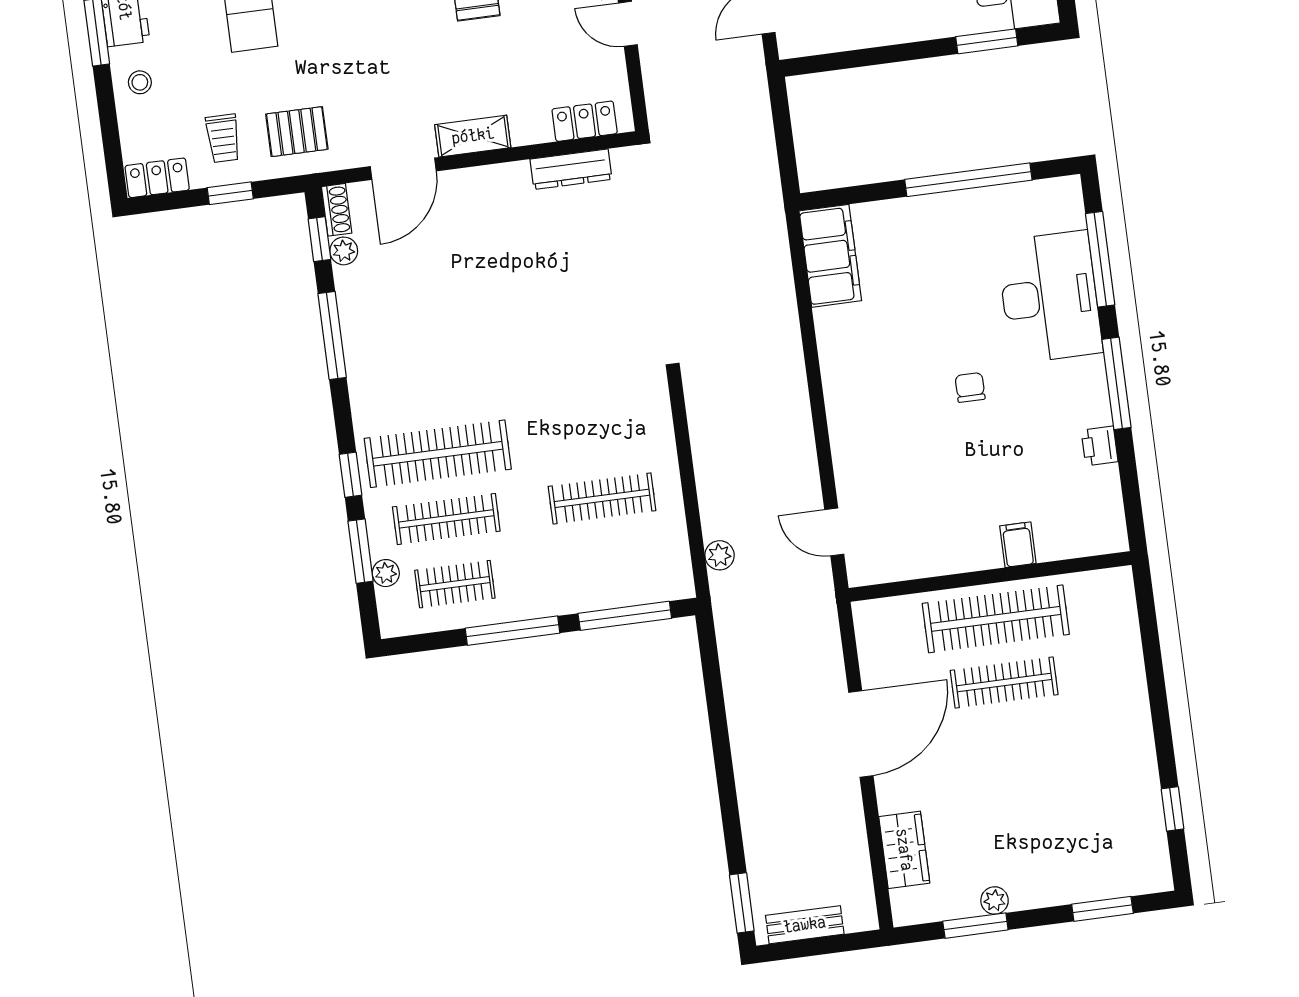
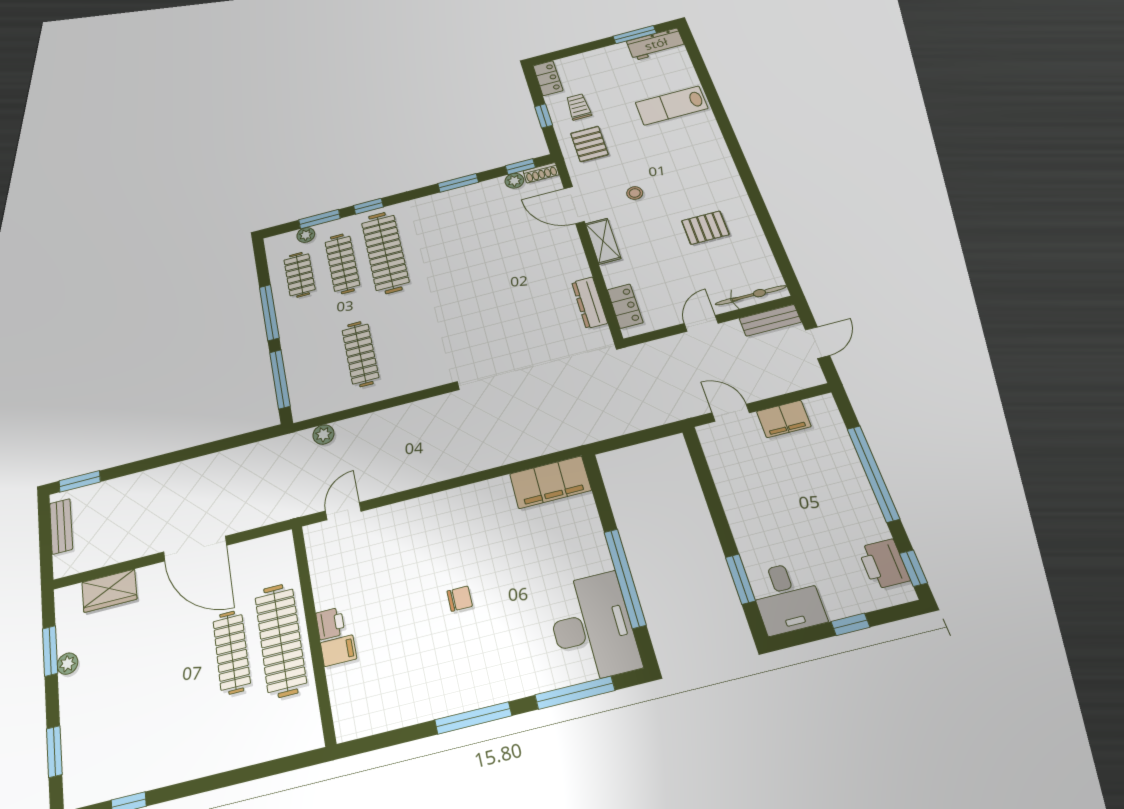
stool: (140, 82) -> (635, 193), moved
trolley: (223, 138) -> (579, 107), turned 90
desk: (1050, 297) -> (592, 627), moved, turned -90
window: (332, 335) -> (458, 183), width x0.69
printer: (1100, 446) -> (330, 623), moved, turned 90

